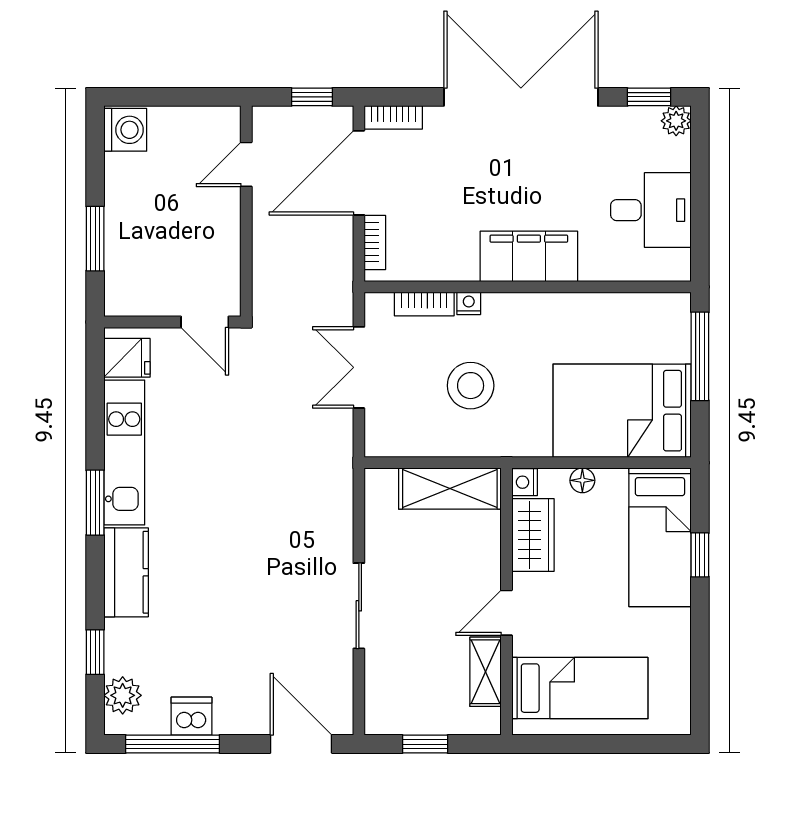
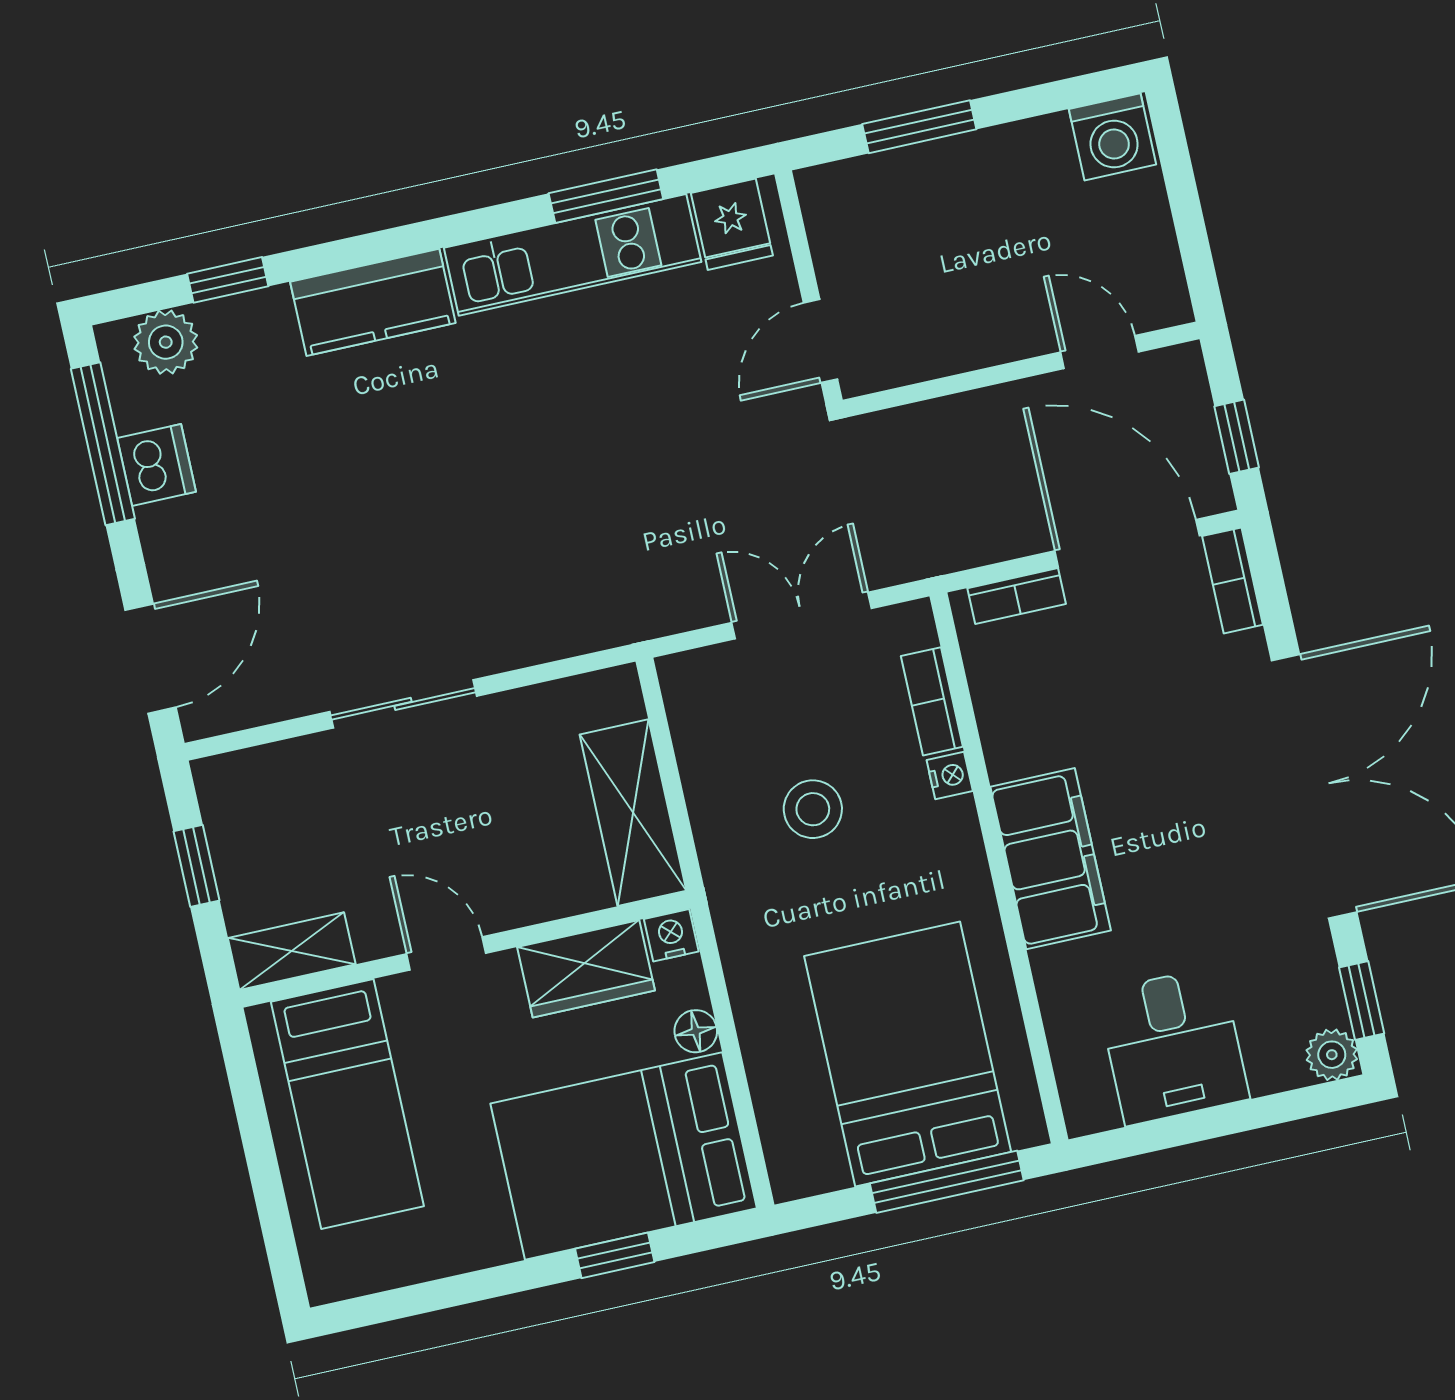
stool: (471, 386) -> (813, 809), width x0.73, depth x0.73
bed: (622, 411) -> (908, 1054), moved
window: (95, 503) -> (606, 196), moved
bed: (660, 537) -> (624, 1156), width x1.50
shelving: (486, 672) -> (292, 951), moved

